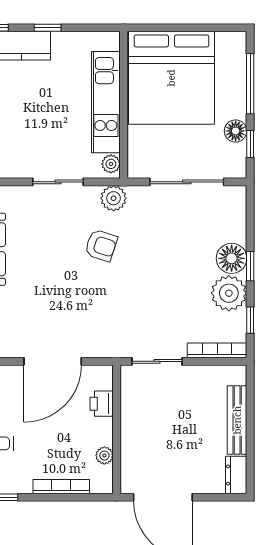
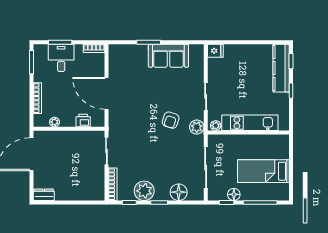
bed: (171, 78) -> (263, 171), width x0.49
floor lamp: (232, 258) -> (179, 192), moved
bench: (237, 420) -> (74, 195), removed

